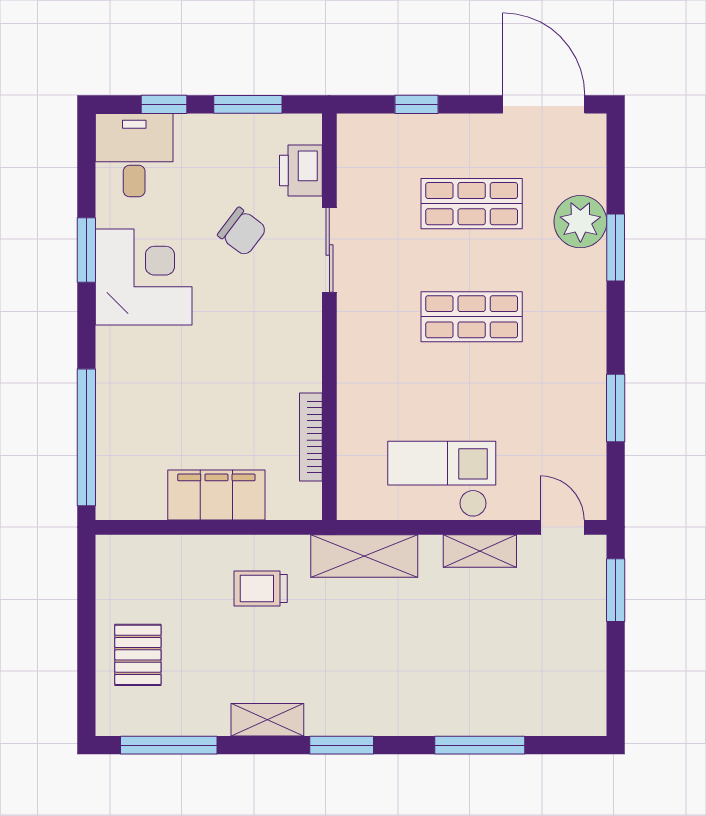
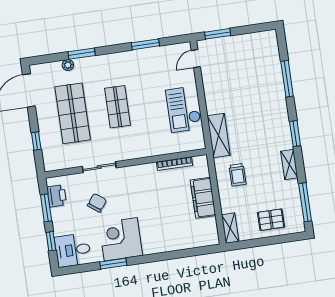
printer: (301, 171) -> (57, 196), moved, turned -90
shop shelf: (472, 204) -> (73, 113), width x1.43, depth x1.36
plant: (580, 222) -> (68, 65), width x0.53, depth x0.53
window: (86, 437) -> (188, 253), removed
shelving: (480, 551) -> (230, 228), moved

